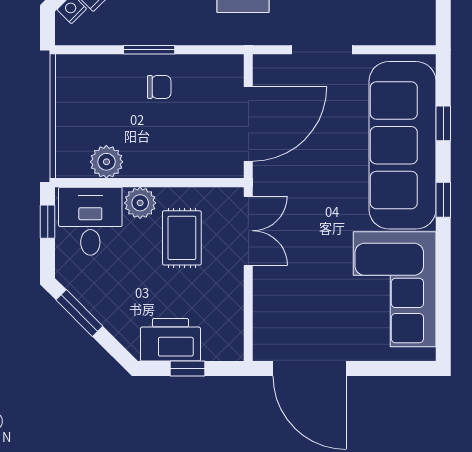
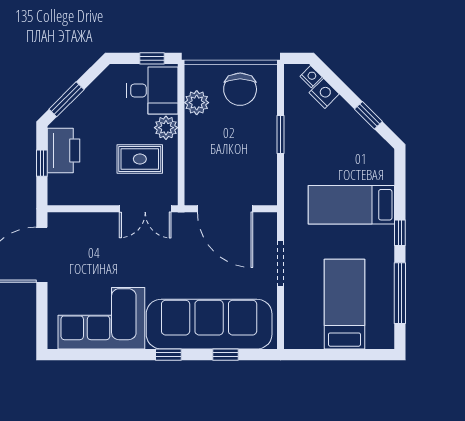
chair: (159, 87) -> (240, 89), moved, width x1.87, depth x1.87
window: (79, 313) -> (66, 99), moved

